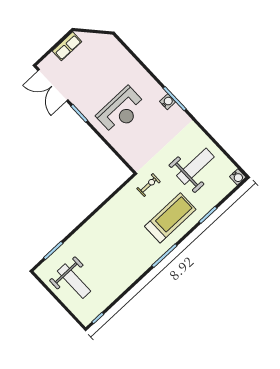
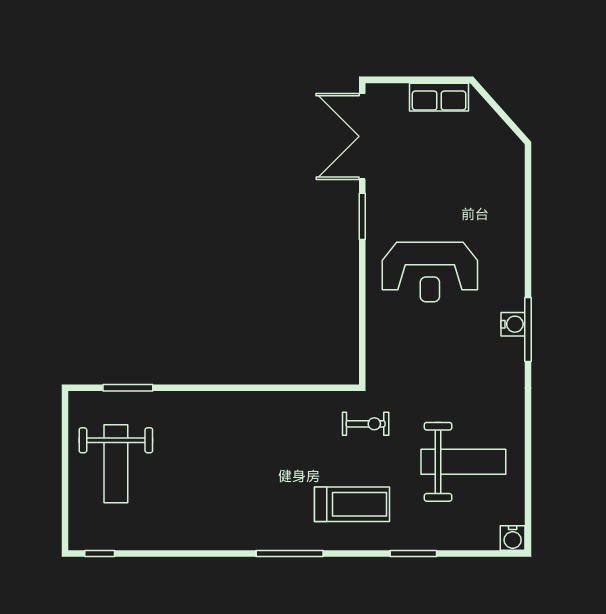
treadmill: (170, 218) -> (352, 504), width x0.73, depth x0.73

